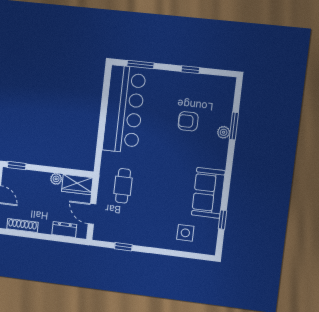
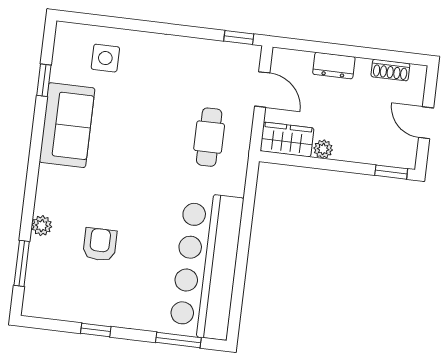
armchair: (188, 121) -> (100, 245), turned -90
window: (234, 126) -> (22, 263), moved
shoe rack: (22, 226) -> (390, 70), width x0.70
dresser: (64, 229) -> (334, 66), moved
window: (123, 247) -> (239, 37), moved

